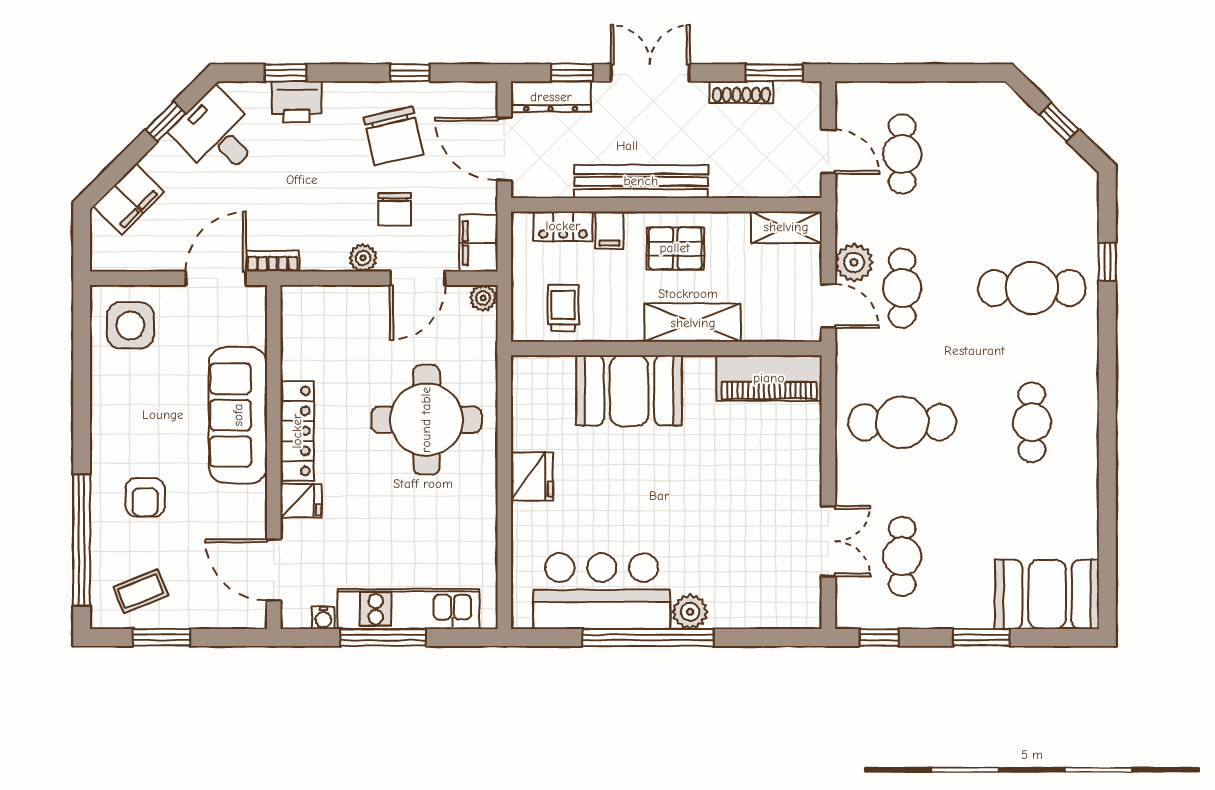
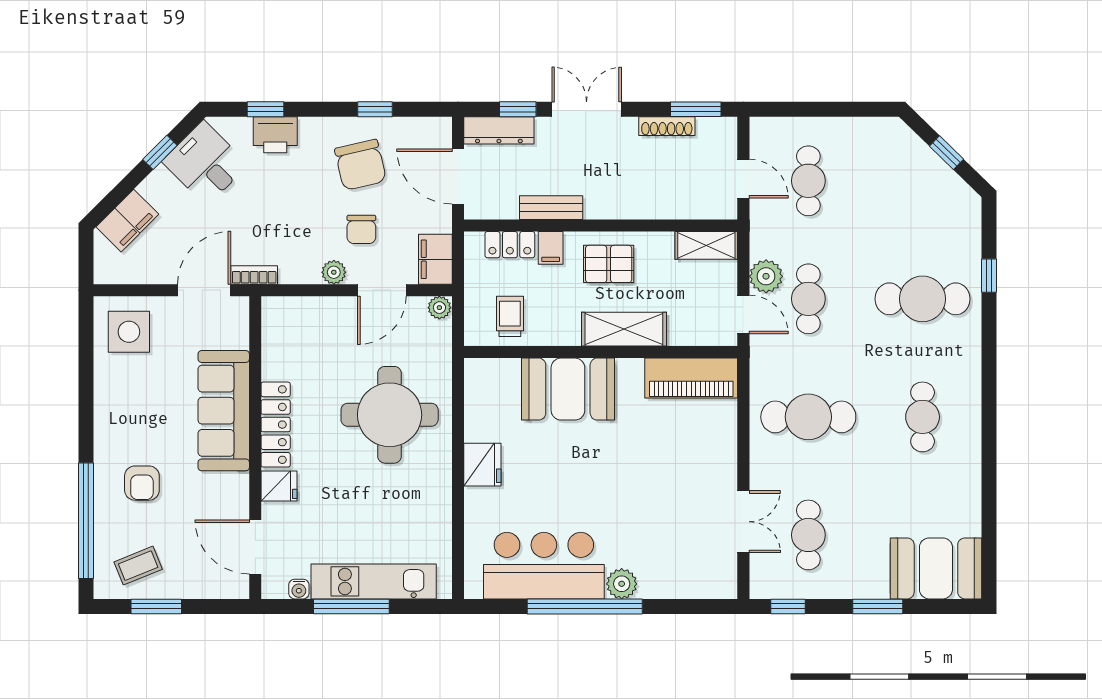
bench: (641, 181) -> (551, 208), width x0.54, depth x0.82

